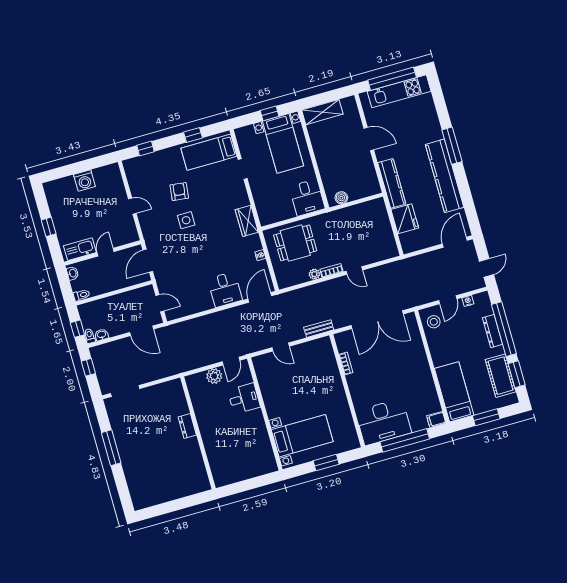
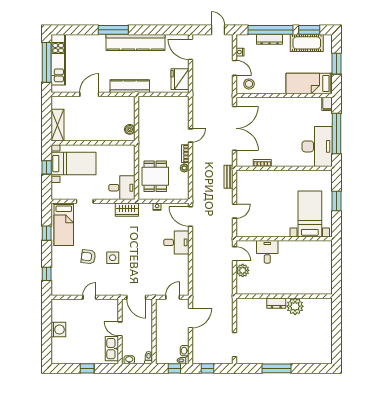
desk: (307, 198) -> (122, 188), moved
fridge: (405, 219) -> (180, 79), moved, turned -90
plant: (190, 449) -> (295, 306), added

